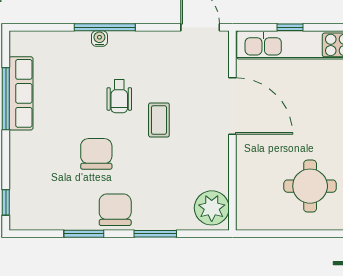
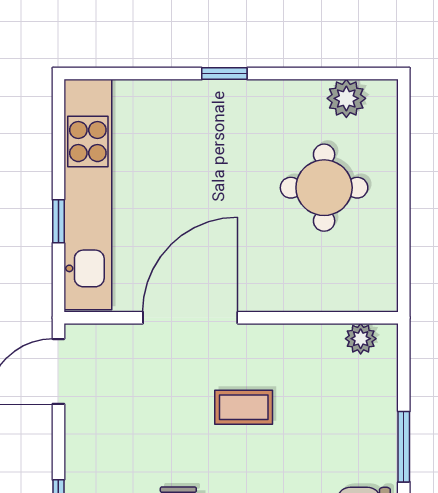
coffee table: (159, 120) -> (244, 407), moved
plant: (212, 208) -> (361, 339), width x0.53, depth x0.53

